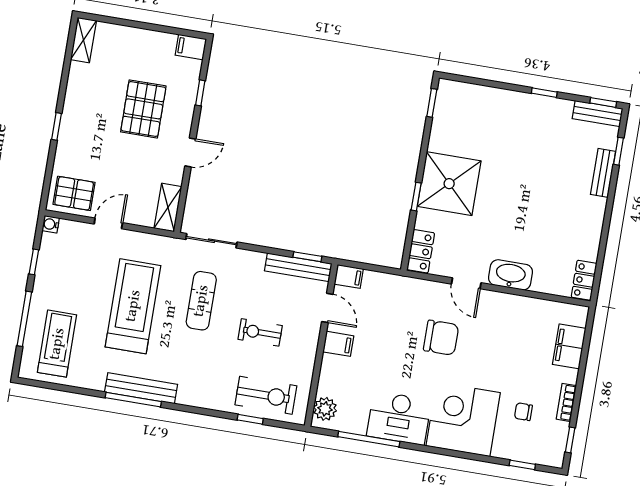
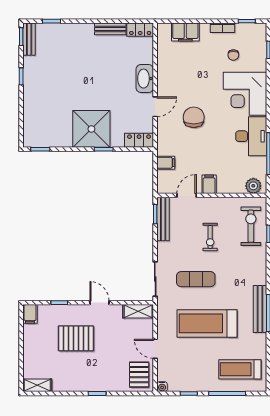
bench: (603, 173) -> (110, 29), moved
filing cabinet: (349, 276) -> (166, 163), moved, turned 90

